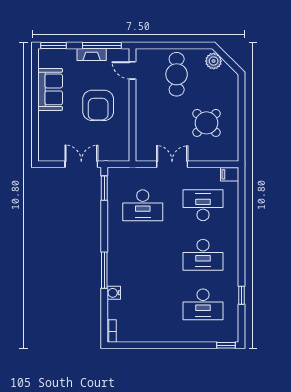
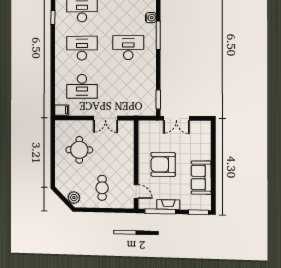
cafe table: (177, 74) -> (102, 188), width x0.73, depth x0.74
armchair: (98, 105) -> (163, 164), turned -90
round table: (206, 123) -> (79, 150), turned 45
desk: (143, 205) -> (128, 48), moved

